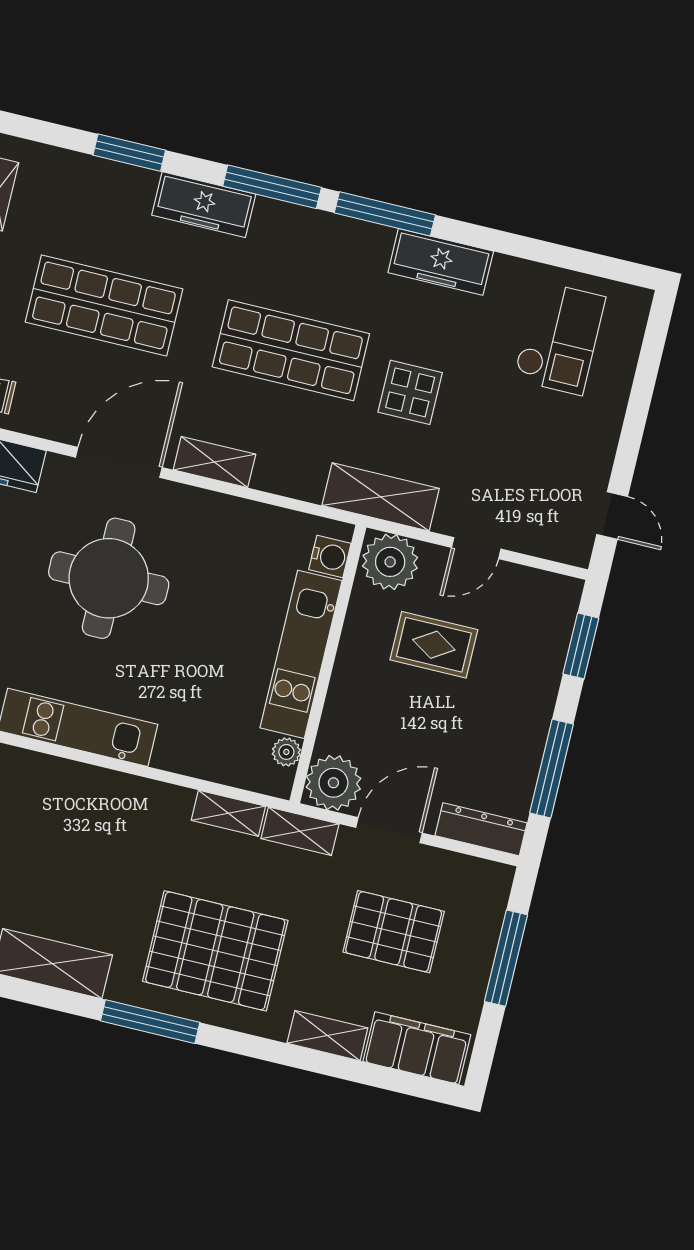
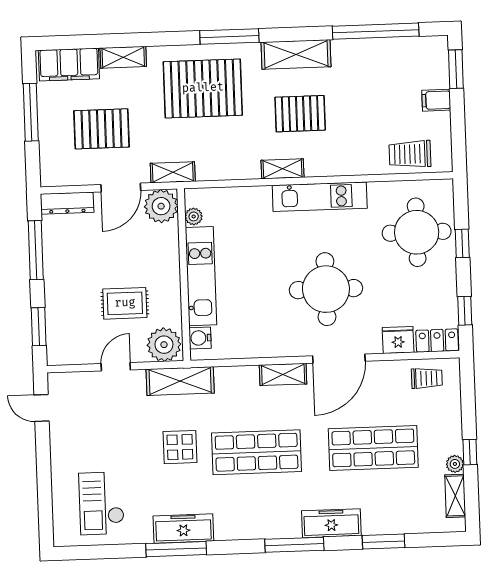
window: (385, 214) -> (176, 549), moved
shelving: (228, 813) -> (283, 169), moved
pallet: (72, 868) -> (300, 114), added
window: (506, 958) -> (31, 112), moved

